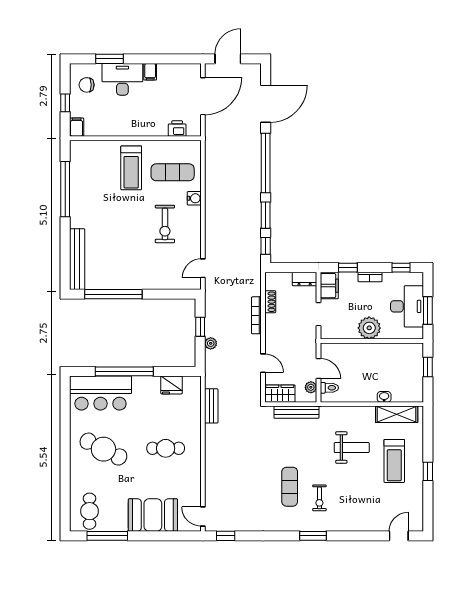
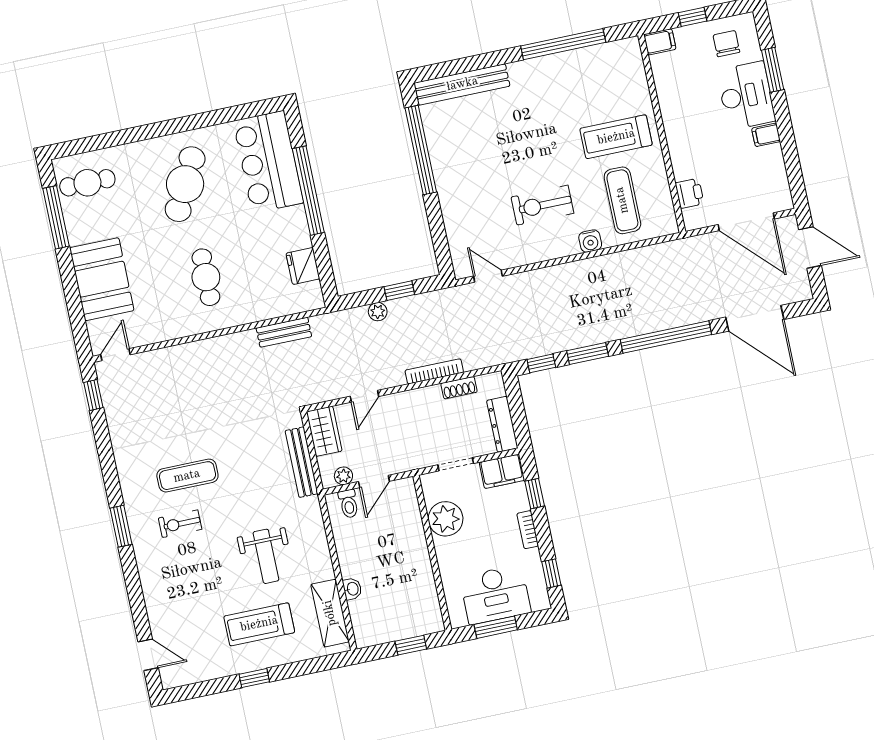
dresser: (305, 279) -> (502, 424), width x1.44
plant: (369, 328) -> (446, 519), moved

